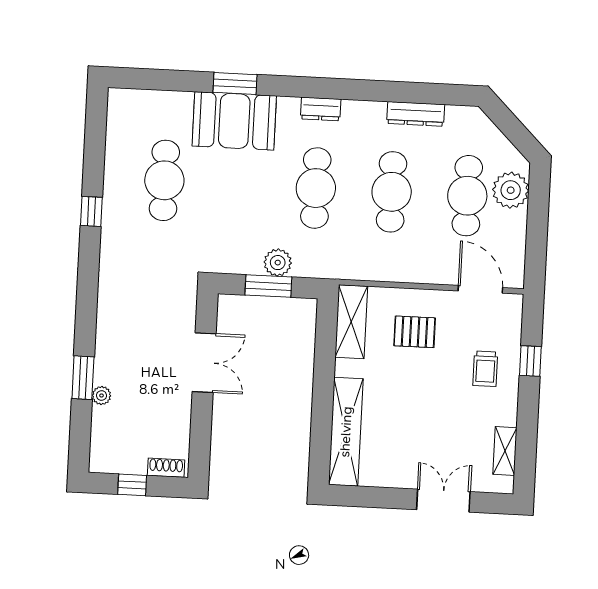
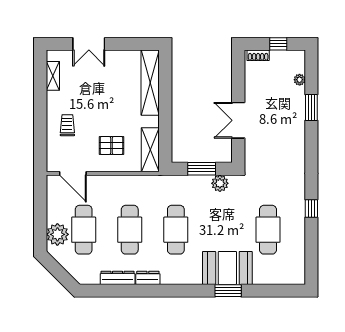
dresser: (321, 109) -> (148, 278), moved
plant: (278, 263) -> (220, 183), moved
window: (530, 361) -> (40, 131), removed
plant: (102, 396) -> (300, 80), moved

